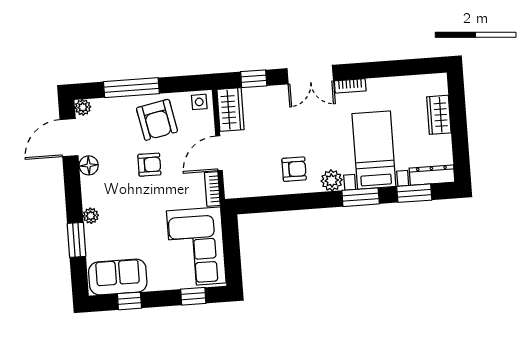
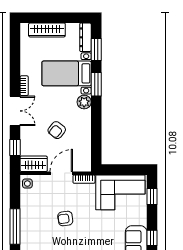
wardrobe: (439, 115) -> (47, 30), width x1.50
armchair: (157, 120) -> (37, 212), removed
door: (219, 153) -> (61, 173), swing flipped
armchair: (149, 165) -> (65, 219), turned -98
armchair: (294, 169) -> (57, 130), moved, turned -141

